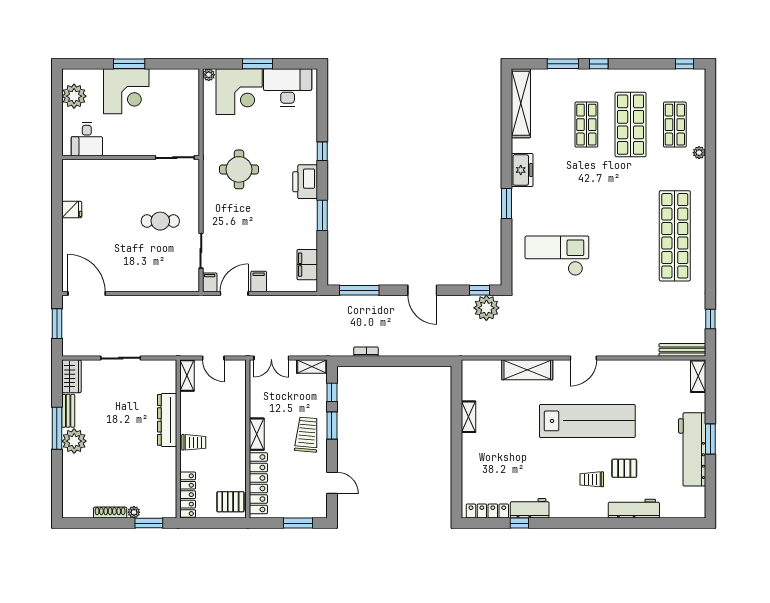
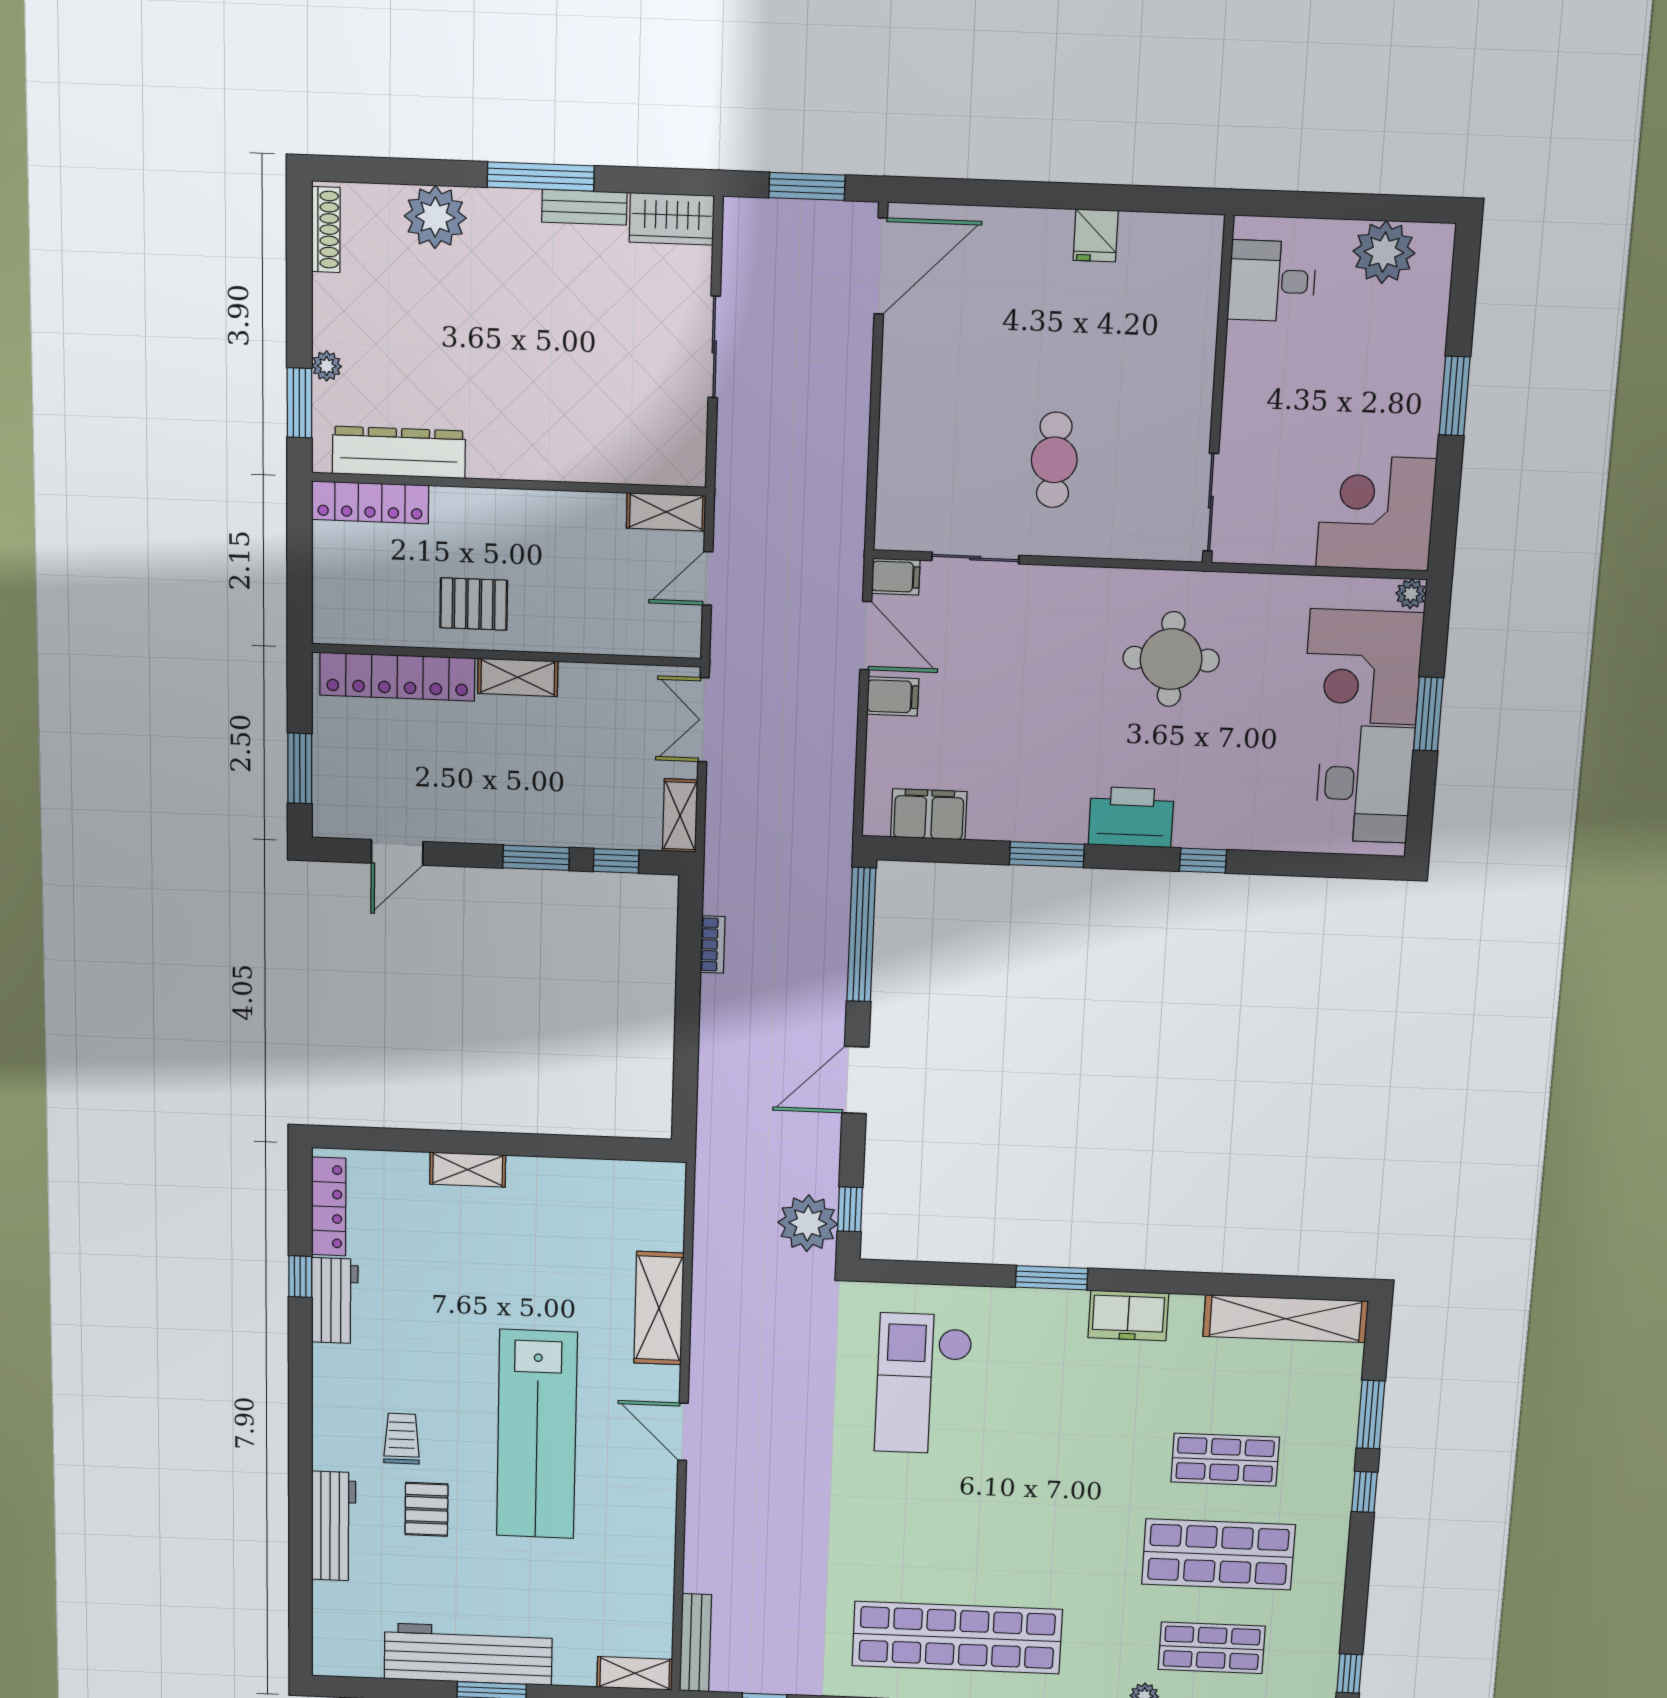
corner desk: (126, 91) -> (1376, 513), moved, turned 90
checkout: (557, 256) -> (923, 1384), turned 180
window: (359, 290) -> (861, 935), width x1.46
shelving: (468, 417) -> (468, 1170), moved
dresser: (167, 420) -> (399, 452), moved
trolley: (307, 435) -> (515, 798), removed
plant: (74, 441) -> (435, 217), moved
trolley: (194, 442) -> (500, 523), removed
pallet: (230, 502) -> (474, 604), moved, turned 90
shoe rack: (110, 513) -> (326, 230), moved

